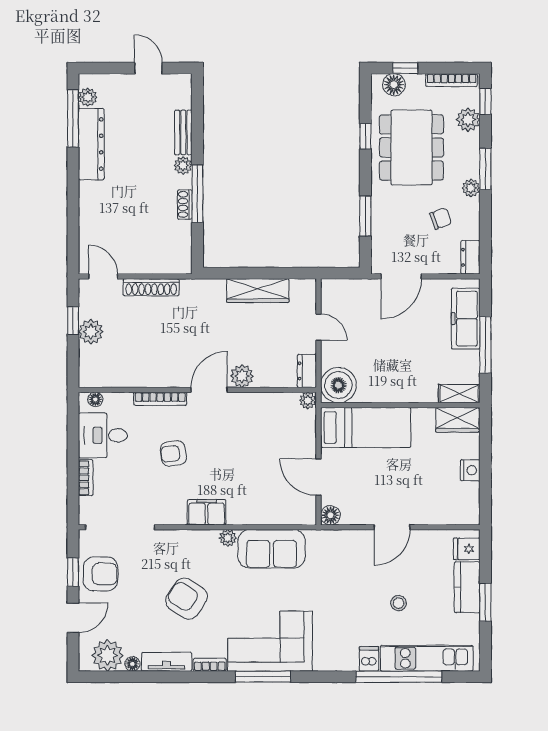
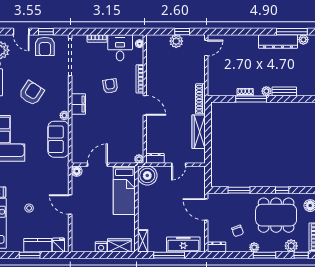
shoe rack: (151, 287) -> (200, 99), moved
plant: (242, 376) -> (152, 123), removed
wardrobe: (457, 420) -> (119, 245), moved, turned 90

